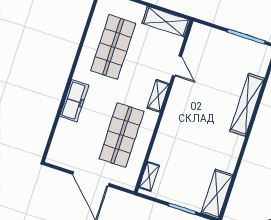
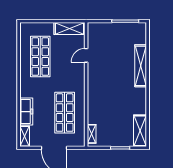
door: (177, 66) -> (86, 55), swing flipped
shelving: (158, 96) -> (25, 136), moved
freezer: (74, 101) -> (26, 112), moved

